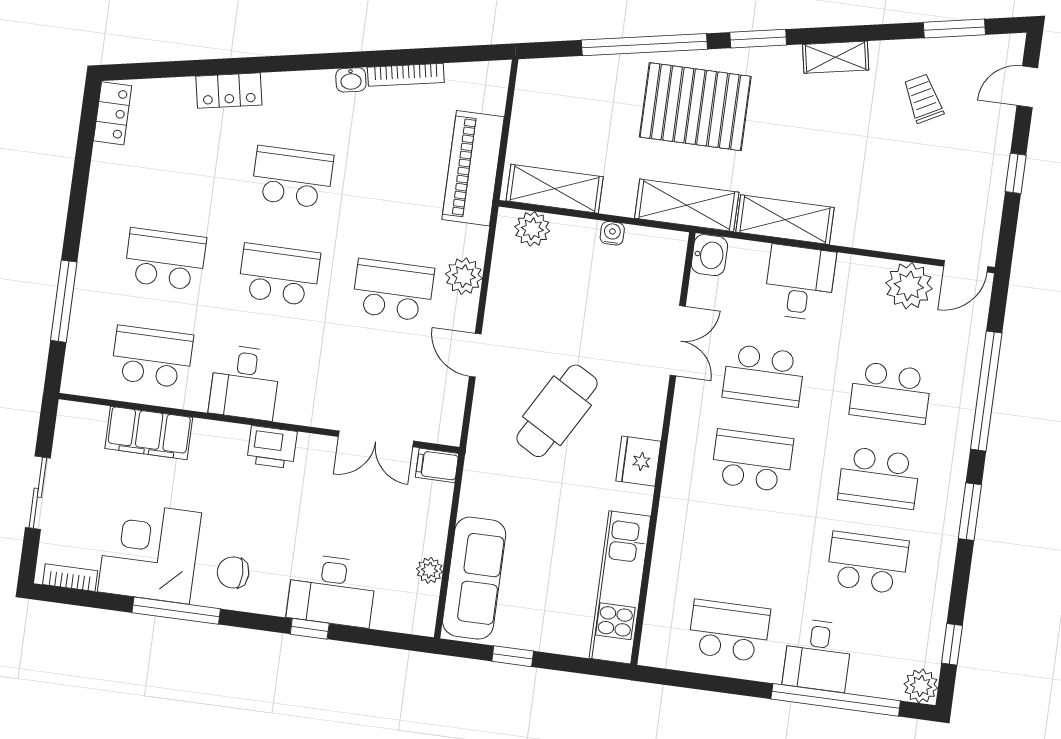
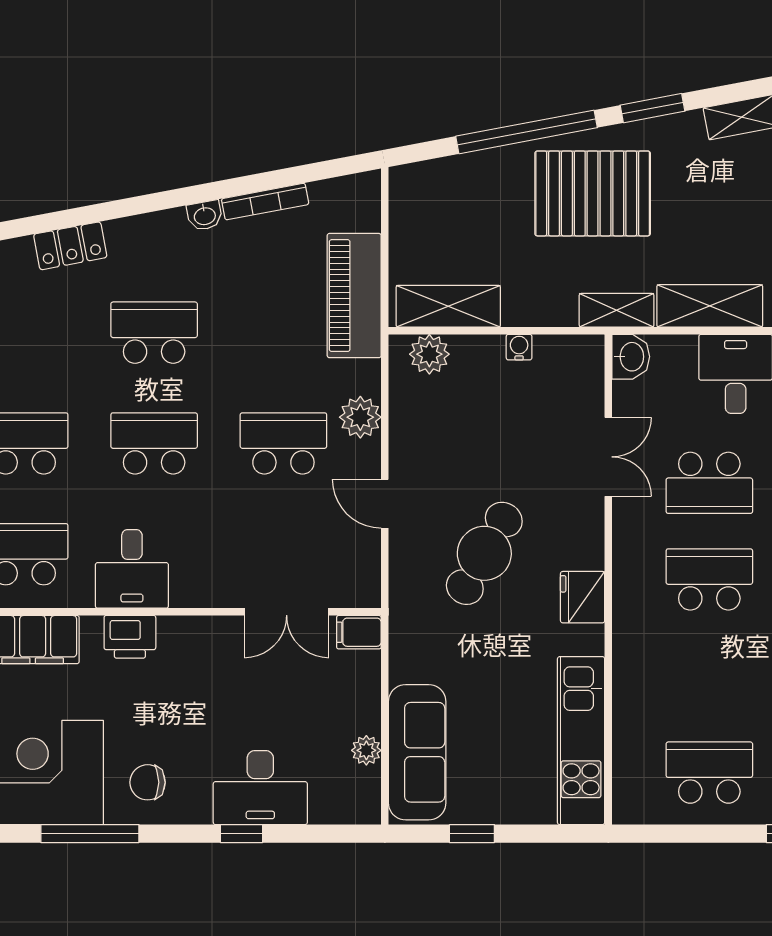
shelving: (687, 205) -> (617, 310), width x0.67, depth x0.75
printer: (272, 447) -> (130, 637), moved

